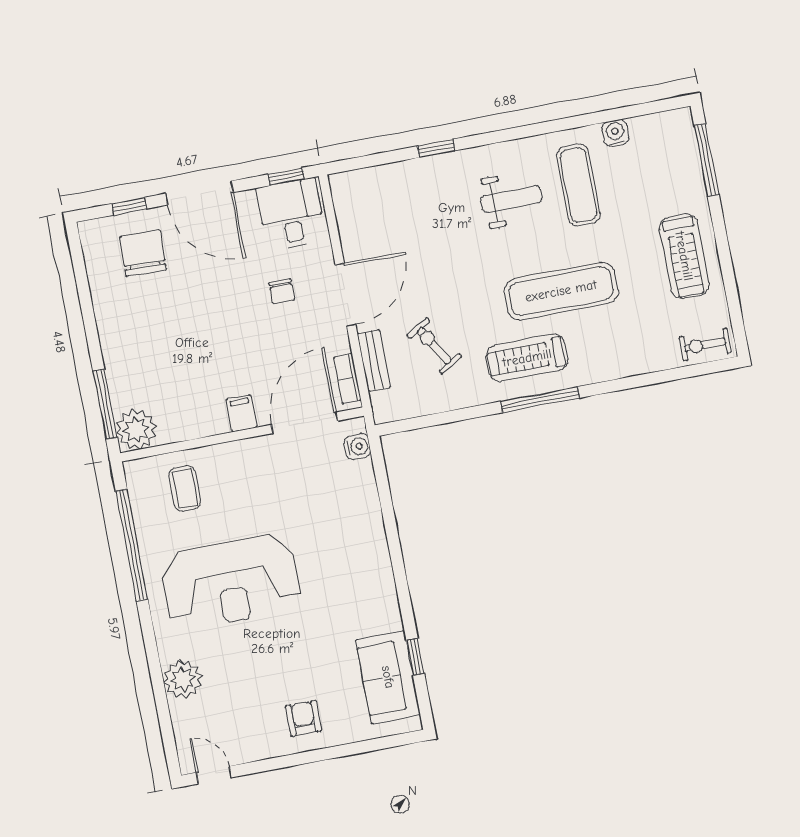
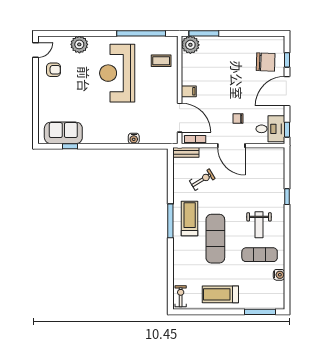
bench: (374, 360) -> (186, 152), moved
water cooler: (357, 447) -> (134, 138), moved
armchair: (303, 718) -> (54, 70), moved

